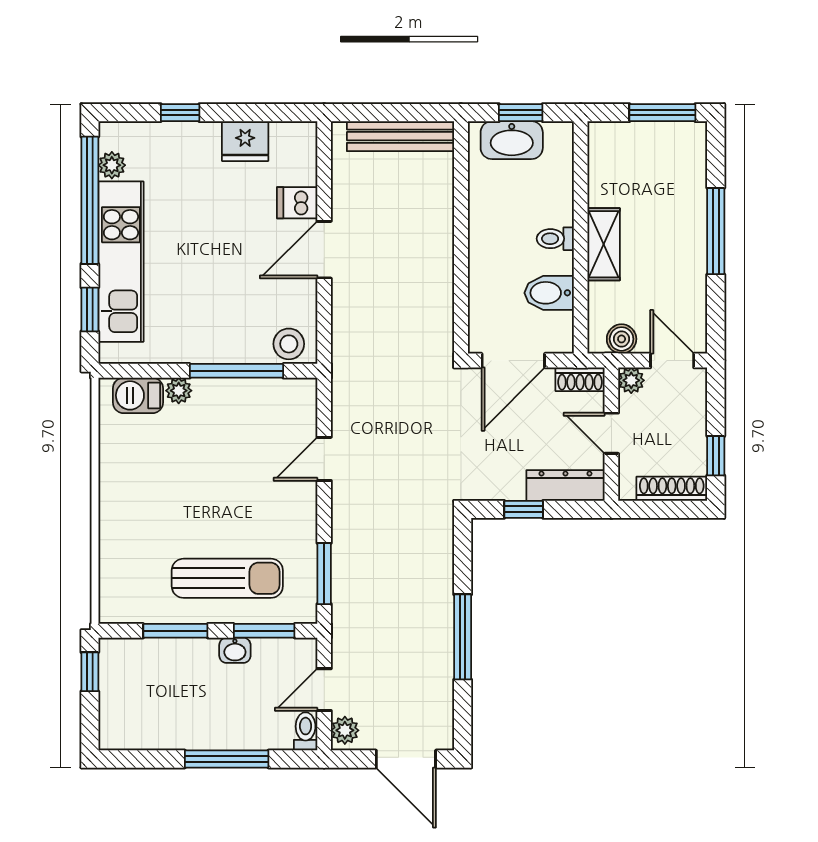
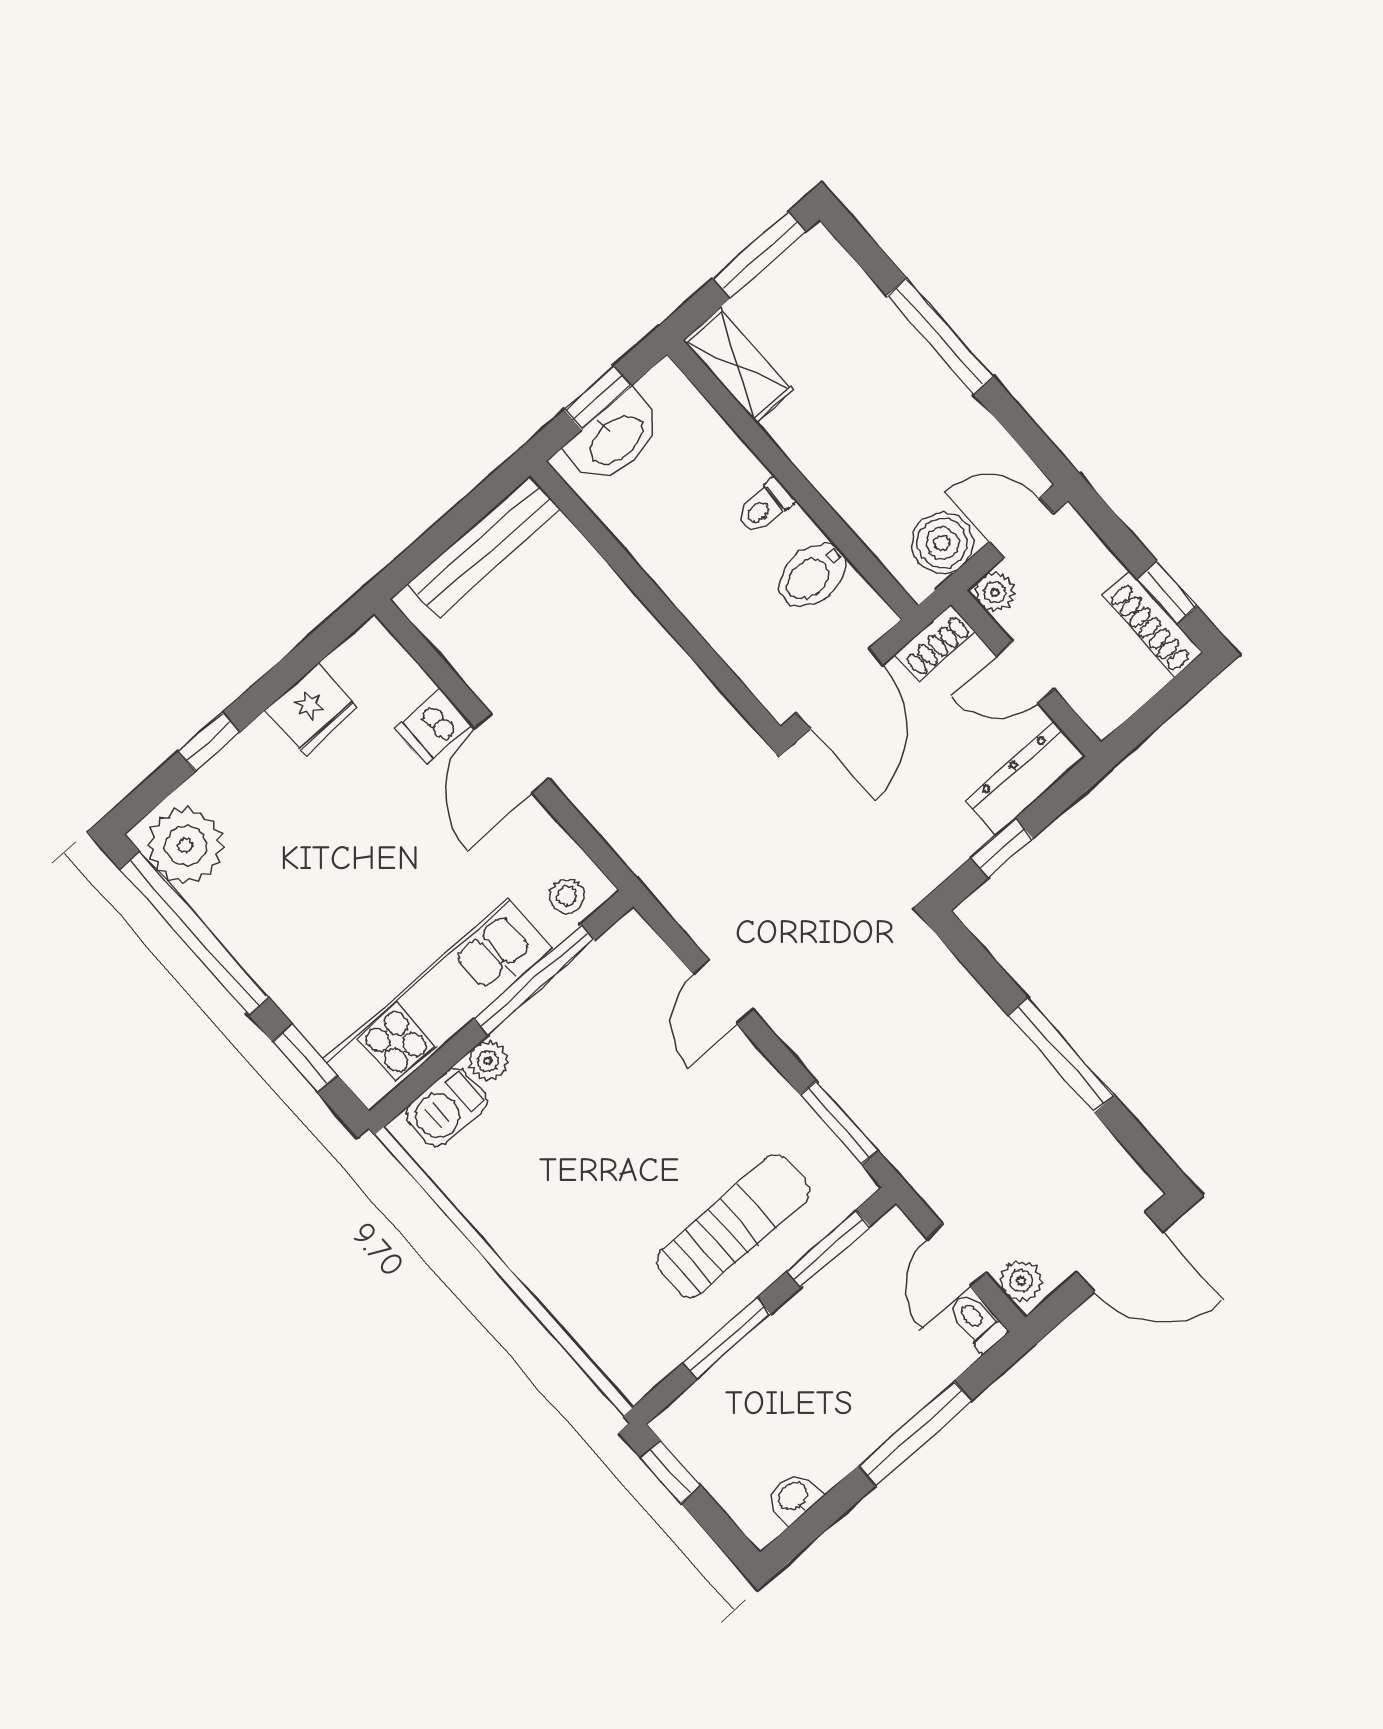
plant: (112, 165) -> (186, 845), width x1.88, depth x1.88
shelving: (604, 244) -> (738, 365), moved
kitchen unit: (121, 262) -> (438, 1005), moved, turned -90
boiler: (622, 339) -> (942, 543), width x1.36, depth x1.36
stool: (289, 344) -> (567, 896), width x0.73, depth x0.73
shoe rack: (672, 489) -> (1153, 624), moved, turned -90
washbasin: (235, 650) -> (794, 1497), moved, turned 180

